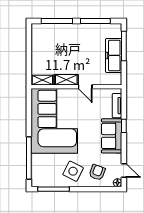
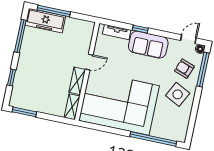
window: (57, 21) -> (12, 78), width x0.46
window: (29, 39) -> (24, 112), added
freezer: (114, 55) -> (45, 21), moved
window: (53, 189) -> (203, 70), moved

